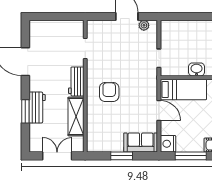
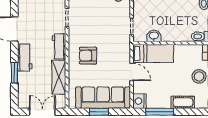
washbasin: (197, 69) -> (154, 36), moved
armchair: (109, 92) -> (88, 56), turned -90
workbench: (37, 107) -> (25, 58), moved
sofa: (141, 142) -> (103, 98), width x1.85, depth x1.27

